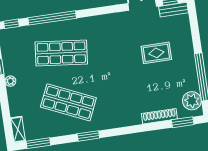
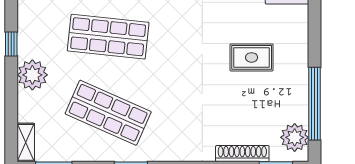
plant: (10, 81) -> (32, 75), width x1.88, depth x1.88

